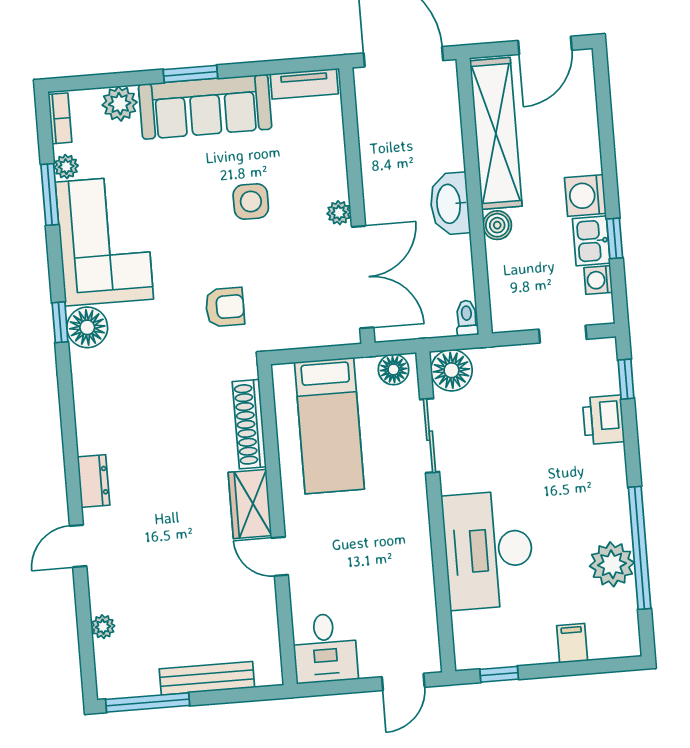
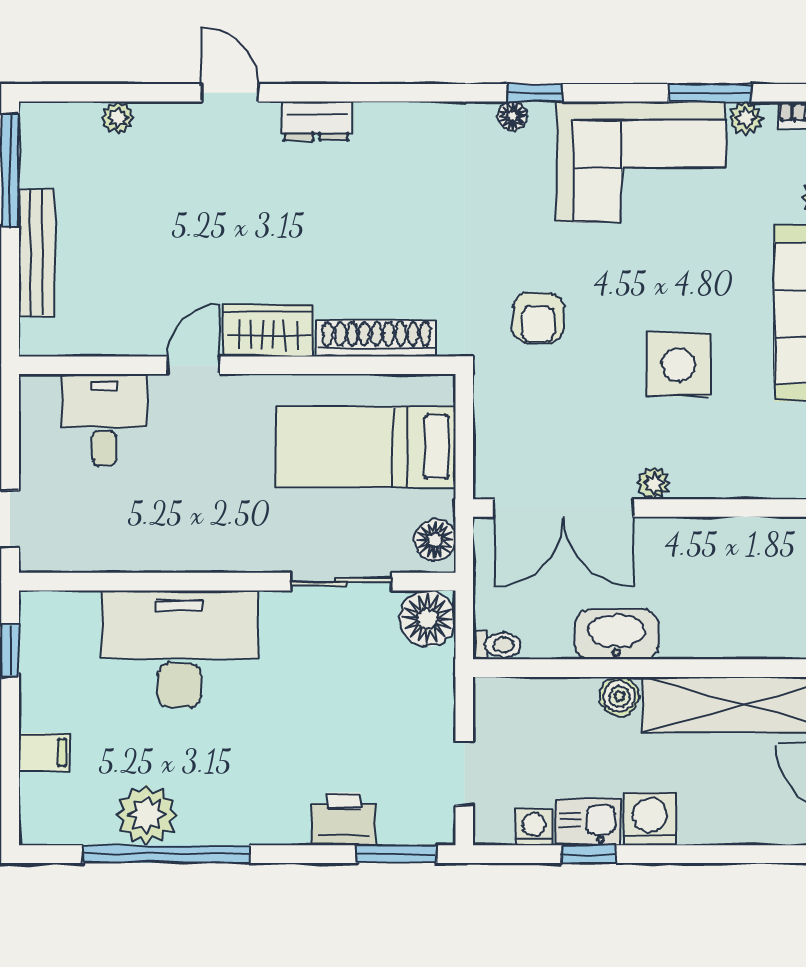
side table: (251, 201) -> (678, 365), width x1.37, depth x1.37
washbasin: (450, 204) -> (616, 634), moved
floor lamp: (87, 327) -> (512, 116), width x0.53, depth x0.53
window: (626, 379) -> (397, 854), width x1.50
desk: (325, 648) -> (104, 420), moved, turned 90

